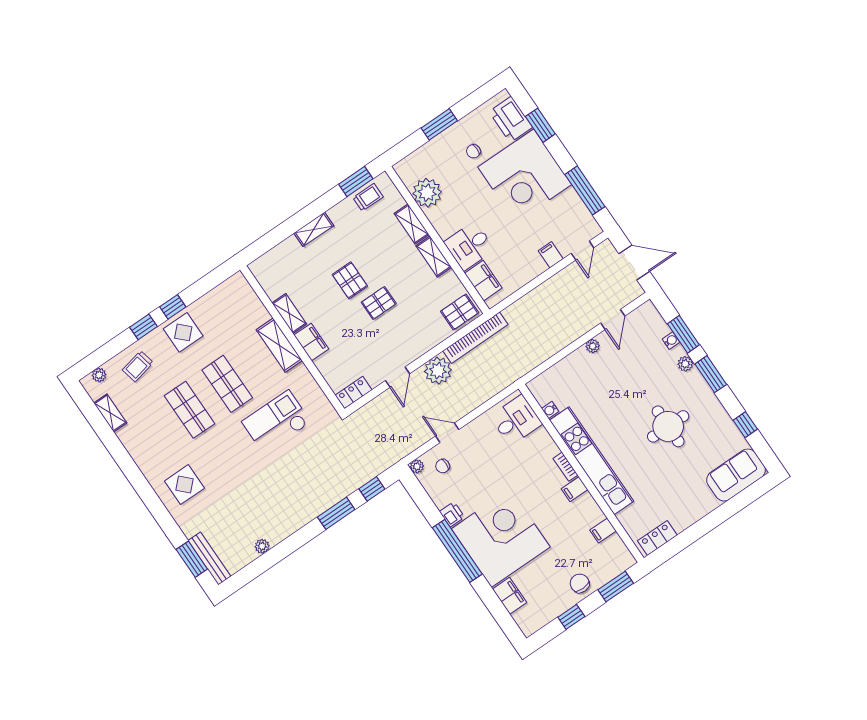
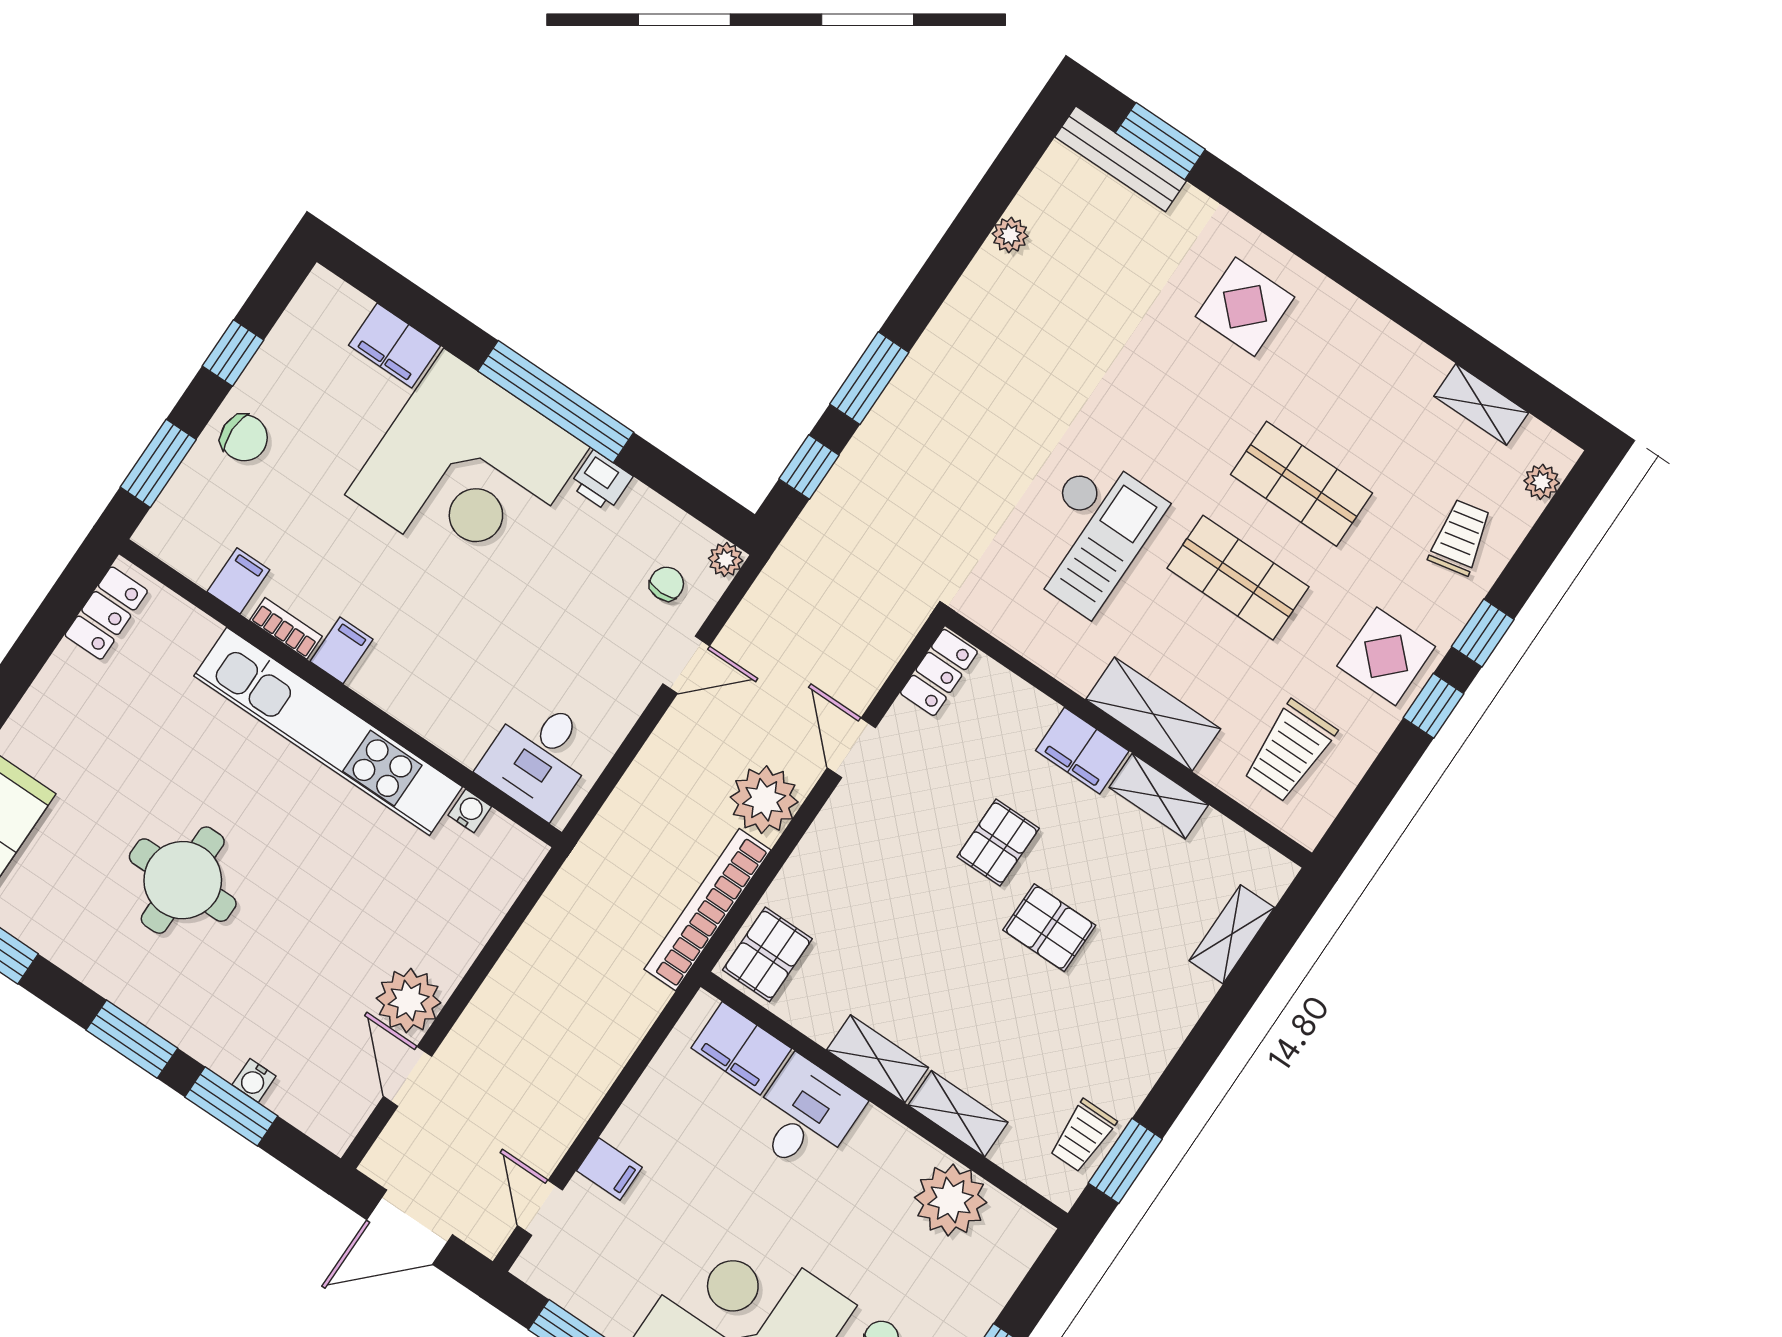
shelving: (314, 229) -> (1232, 934), moved
pallet: (379, 303) -> (998, 843), moved
trolley: (233, 311) -> (1290, 751), added
plant: (593, 346) -> (409, 1001), width x1.87, depth x1.87
plant: (685, 364) -> (200, 1040), removed
bookcase: (566, 467) -> (286, 628), moved

